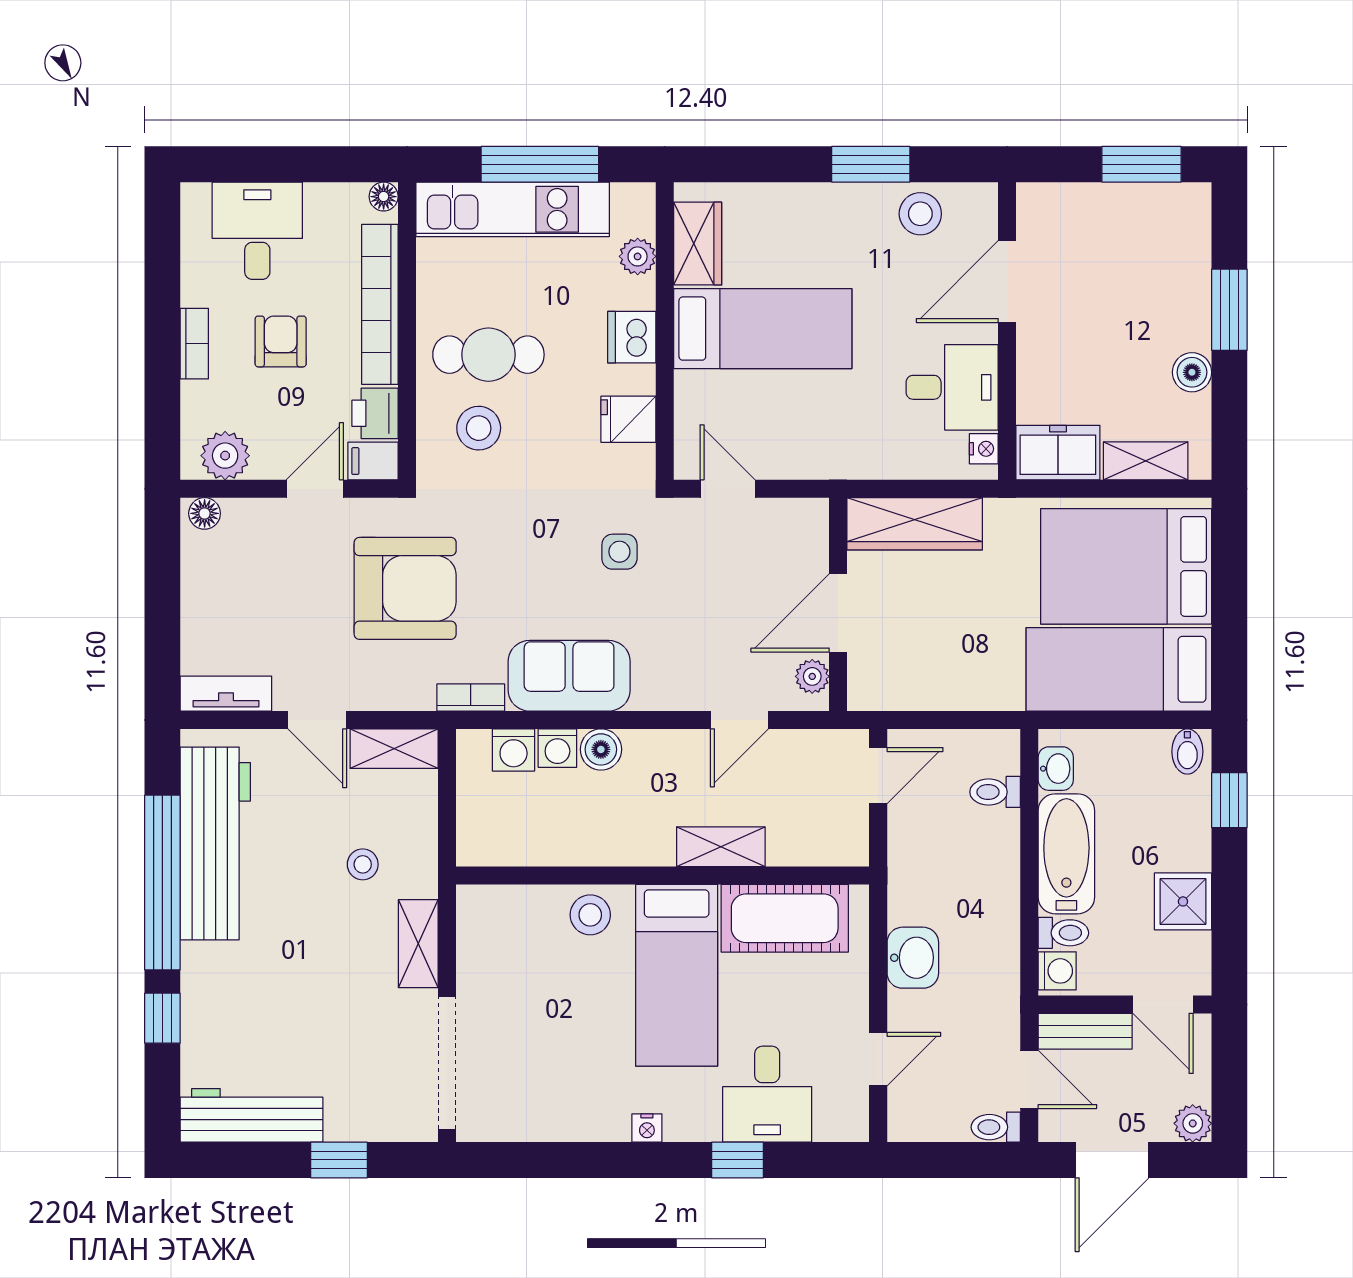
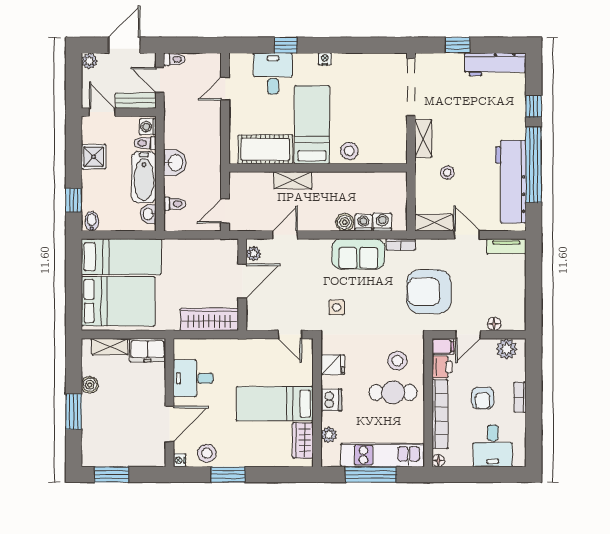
nightstand: (984, 449) -> (179, 460), moved
floor lamp: (205, 513) -> (494, 324), moved
washbasin: (913, 958) -> (175, 163), moved, turned 180

